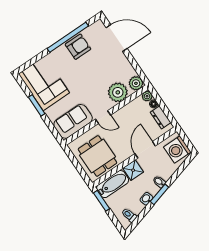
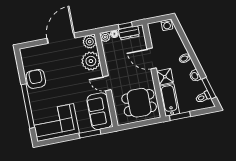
window: (68, 37) -> (28, 106), moved
door: (117, 38) -> (61, 38), moved
window: (37, 105) -> (90, 134), moved
window: (166, 111) -> (125, 26), added
door: (103, 117) -> (107, 83), swing flipped
washing machine: (177, 150) -> (167, 25), width x0.53, depth x0.53
window: (160, 194) -> (209, 88), moved

